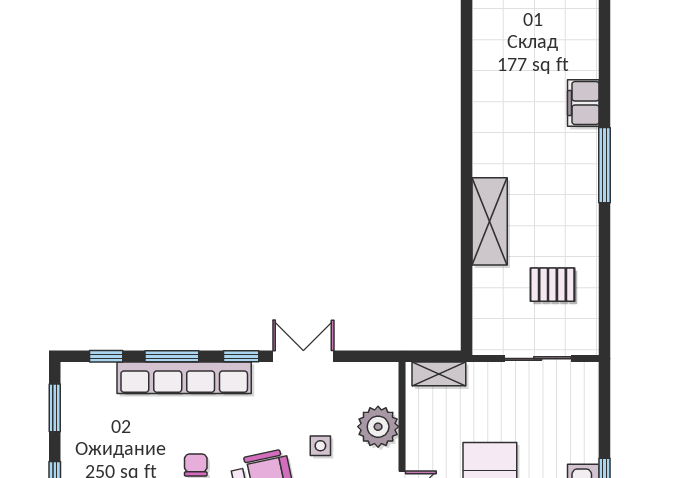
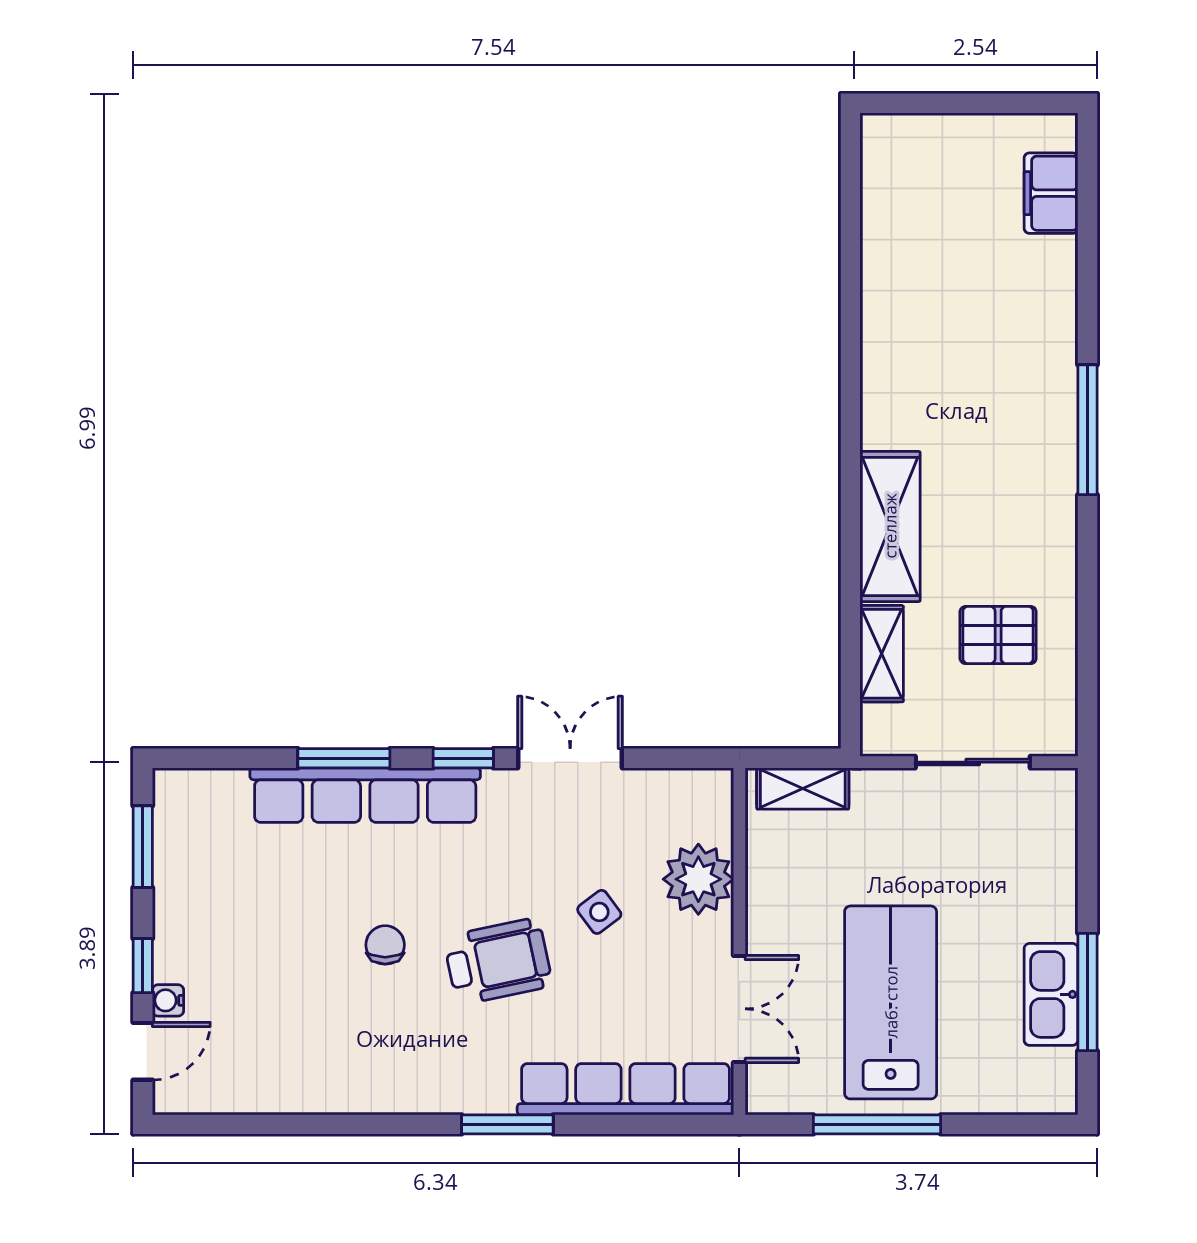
filing cabinet: (583, 103) -> (1051, 193), moved
shelving: (485, 295) -> (882, 654), added
window: (106, 356) -> (231, 758), removed
side table: (320, 446) -> (599, 912), turned -37

